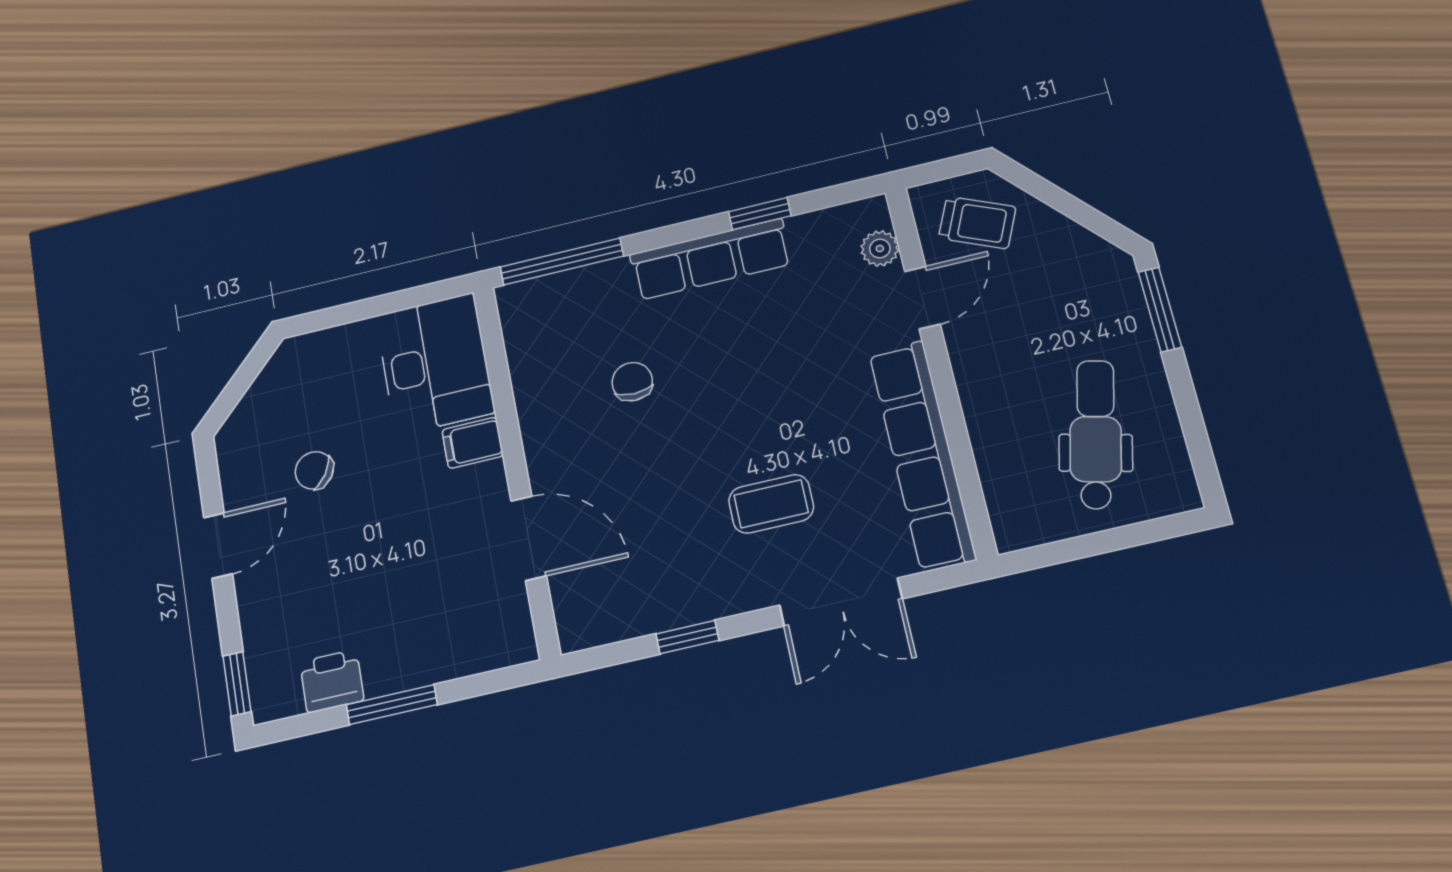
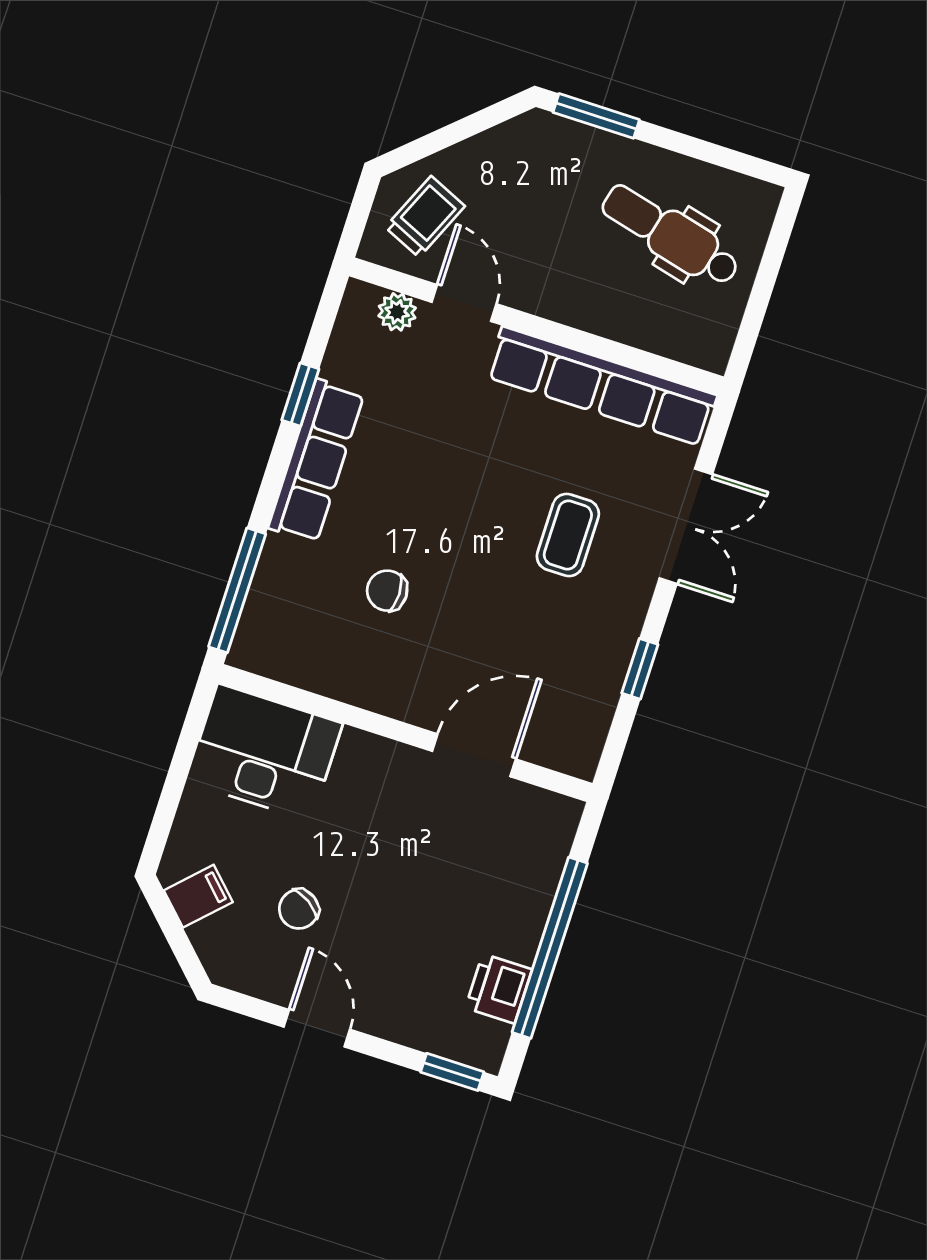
filing cabinet: (473, 443) -> (198, 896), moved, turned -135
window: (392, 705) -> (550, 948), width x2.11

